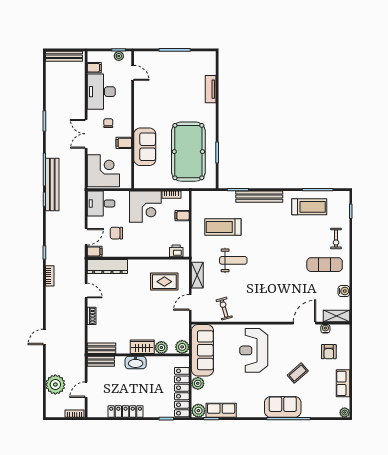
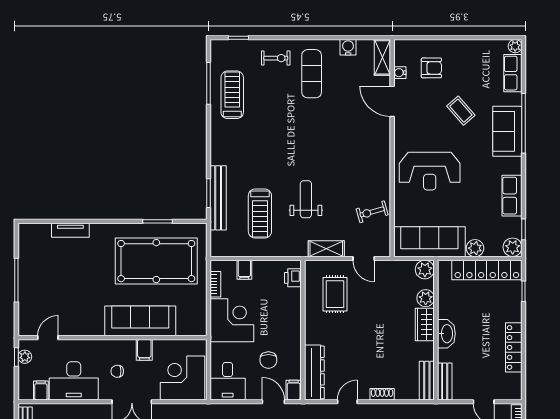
sofa: (145, 147) -> (140, 321), width x1.36
bench: (259, 197) -> (218, 198), moved
row of seats: (343, 383) -> (513, 73), moved, turned 90
row of seats: (221, 410) -> (512, 196), moved

